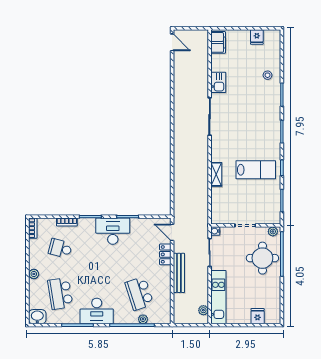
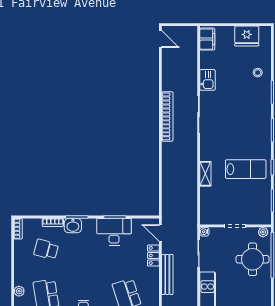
fridge: (257, 37) -> (247, 36), width x1.88, depth x1.34
bookcase: (179, 118) -> (167, 116), added
washbasin: (87, 225) -> (73, 226), added
desk: (113, 231) -> (114, 232), moved
plant: (34, 274) -> (19, 291), moved

